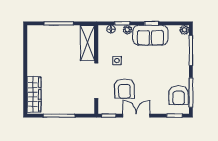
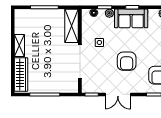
shelving: (32, 64) -> (19, 45), added
armchair: (124, 89) -> (127, 61), moved
double door: (136, 116) -> (118, 94), swing flipped

